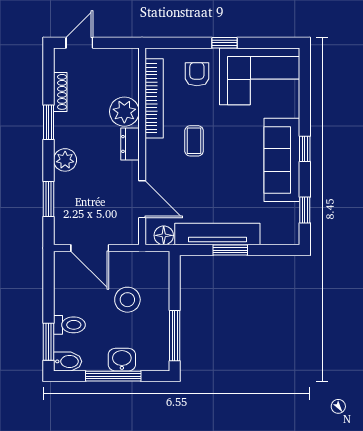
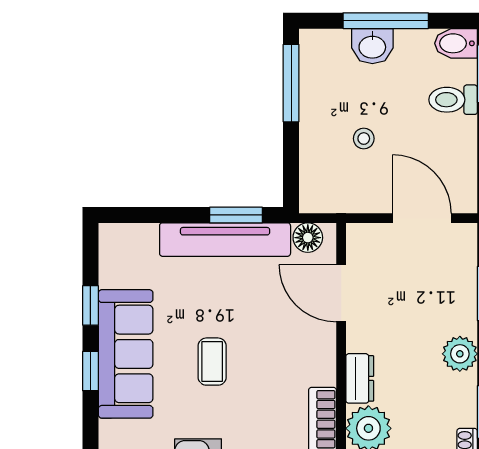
coffee table: (194, 141) -> (212, 362), moved
window: (305, 210) -> (90, 305), moved
window: (230, 250) -> (236, 215), moved
stool: (127, 300) -> (364, 139), width x0.53, depth x0.53

